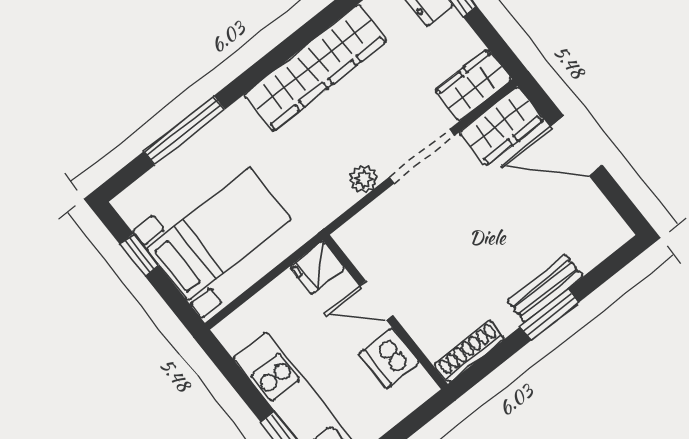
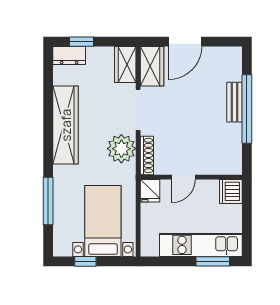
plant: (363, 179) -> (121, 149), width x1.87, depth x1.87
window: (549, 315) -> (247, 109), width x2.11
shoe rack: (469, 351) -> (147, 155), moved, turned 180
dishwasher: (389, 358) -> (231, 191), moved, turned 90

